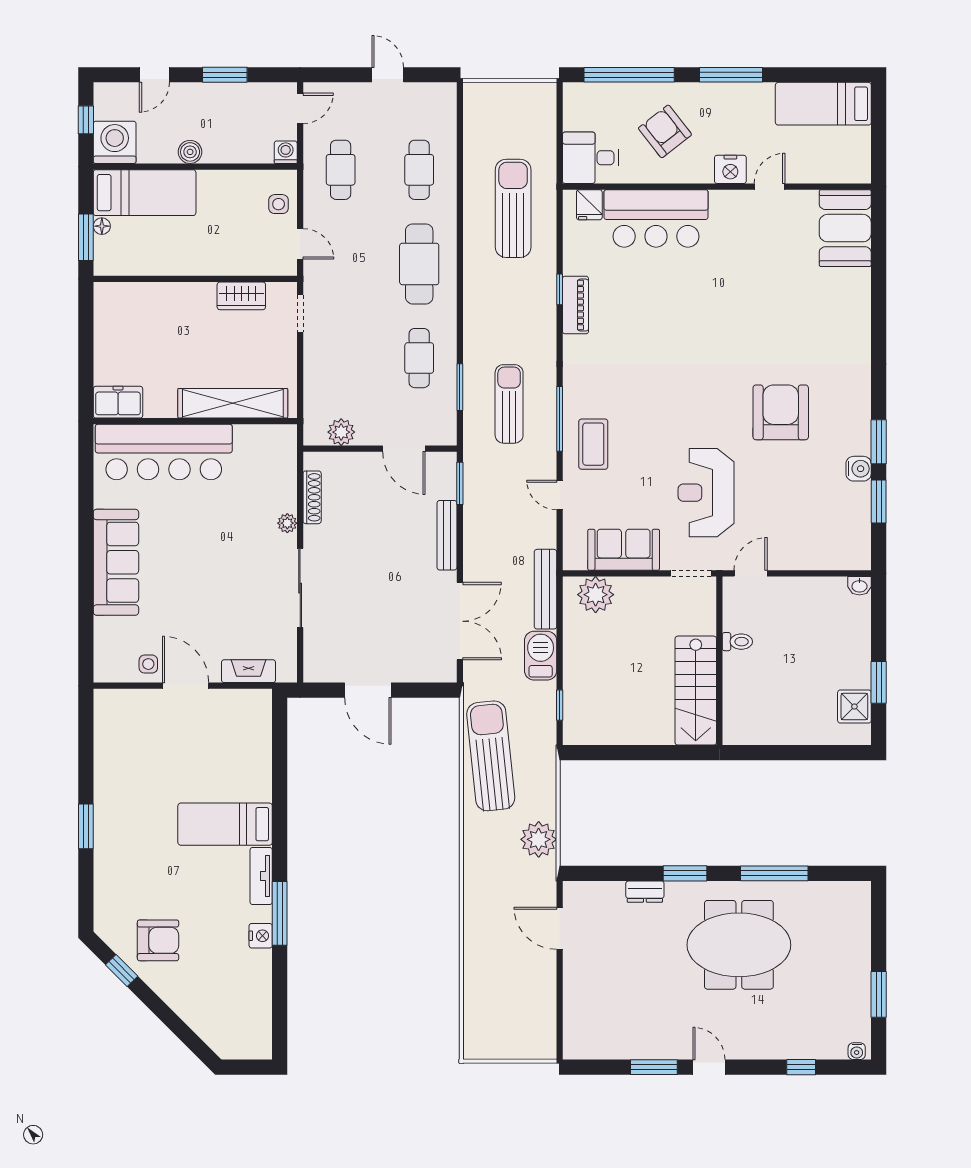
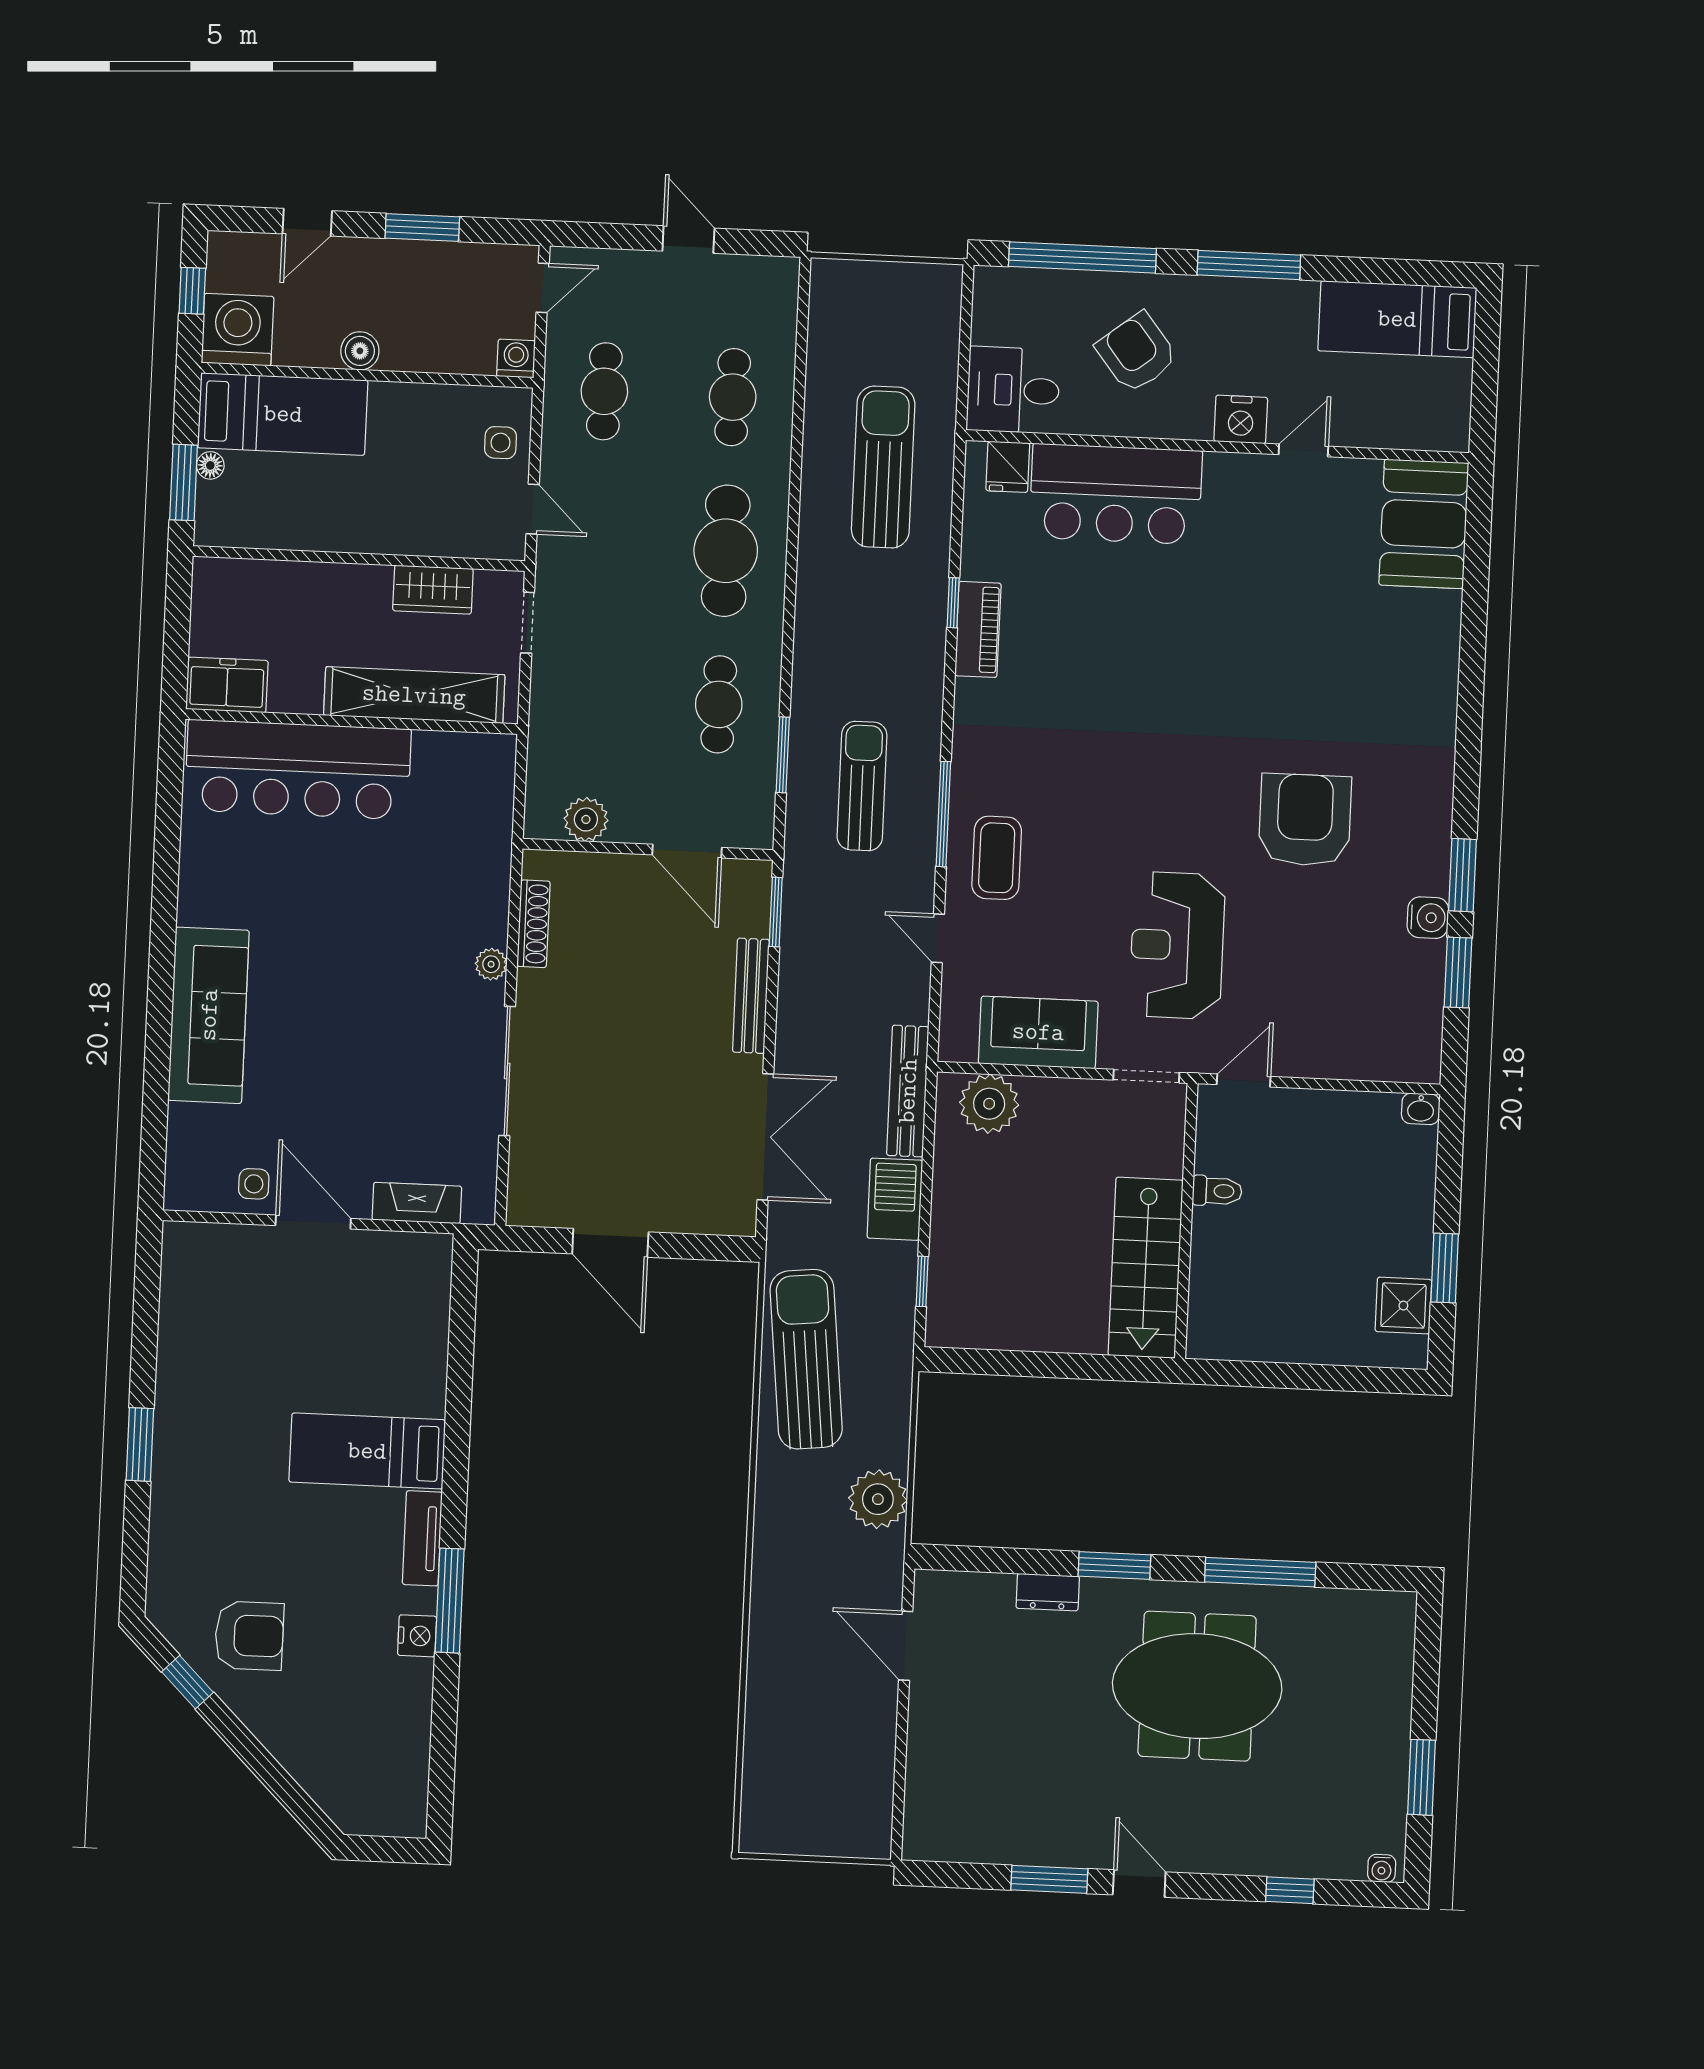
freezer: (118, 402) -> (227, 685), moved
shelving: (233, 403) -> (414, 695), moved
wall: (195, 421) -> (352, 722), moved
bar counter: (164, 452) -> (298, 770), moved

